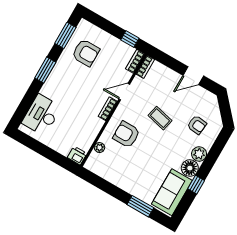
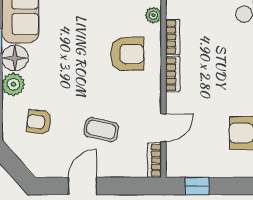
bookcase: (135, 61) -> (173, 37), moved
door: (124, 92) -> (163, 128), moved
coffee table: (160, 118) -> (101, 130), moved

